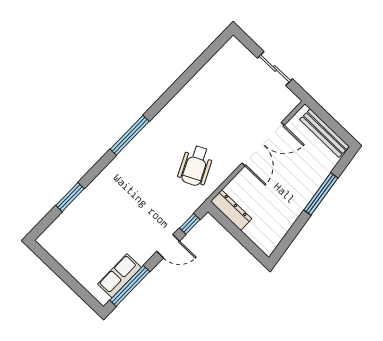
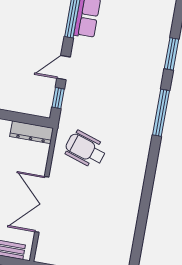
window: (130, 135) -> (161, 113), moved
wheelchair: (196, 166) -> (85, 149), turned -46

